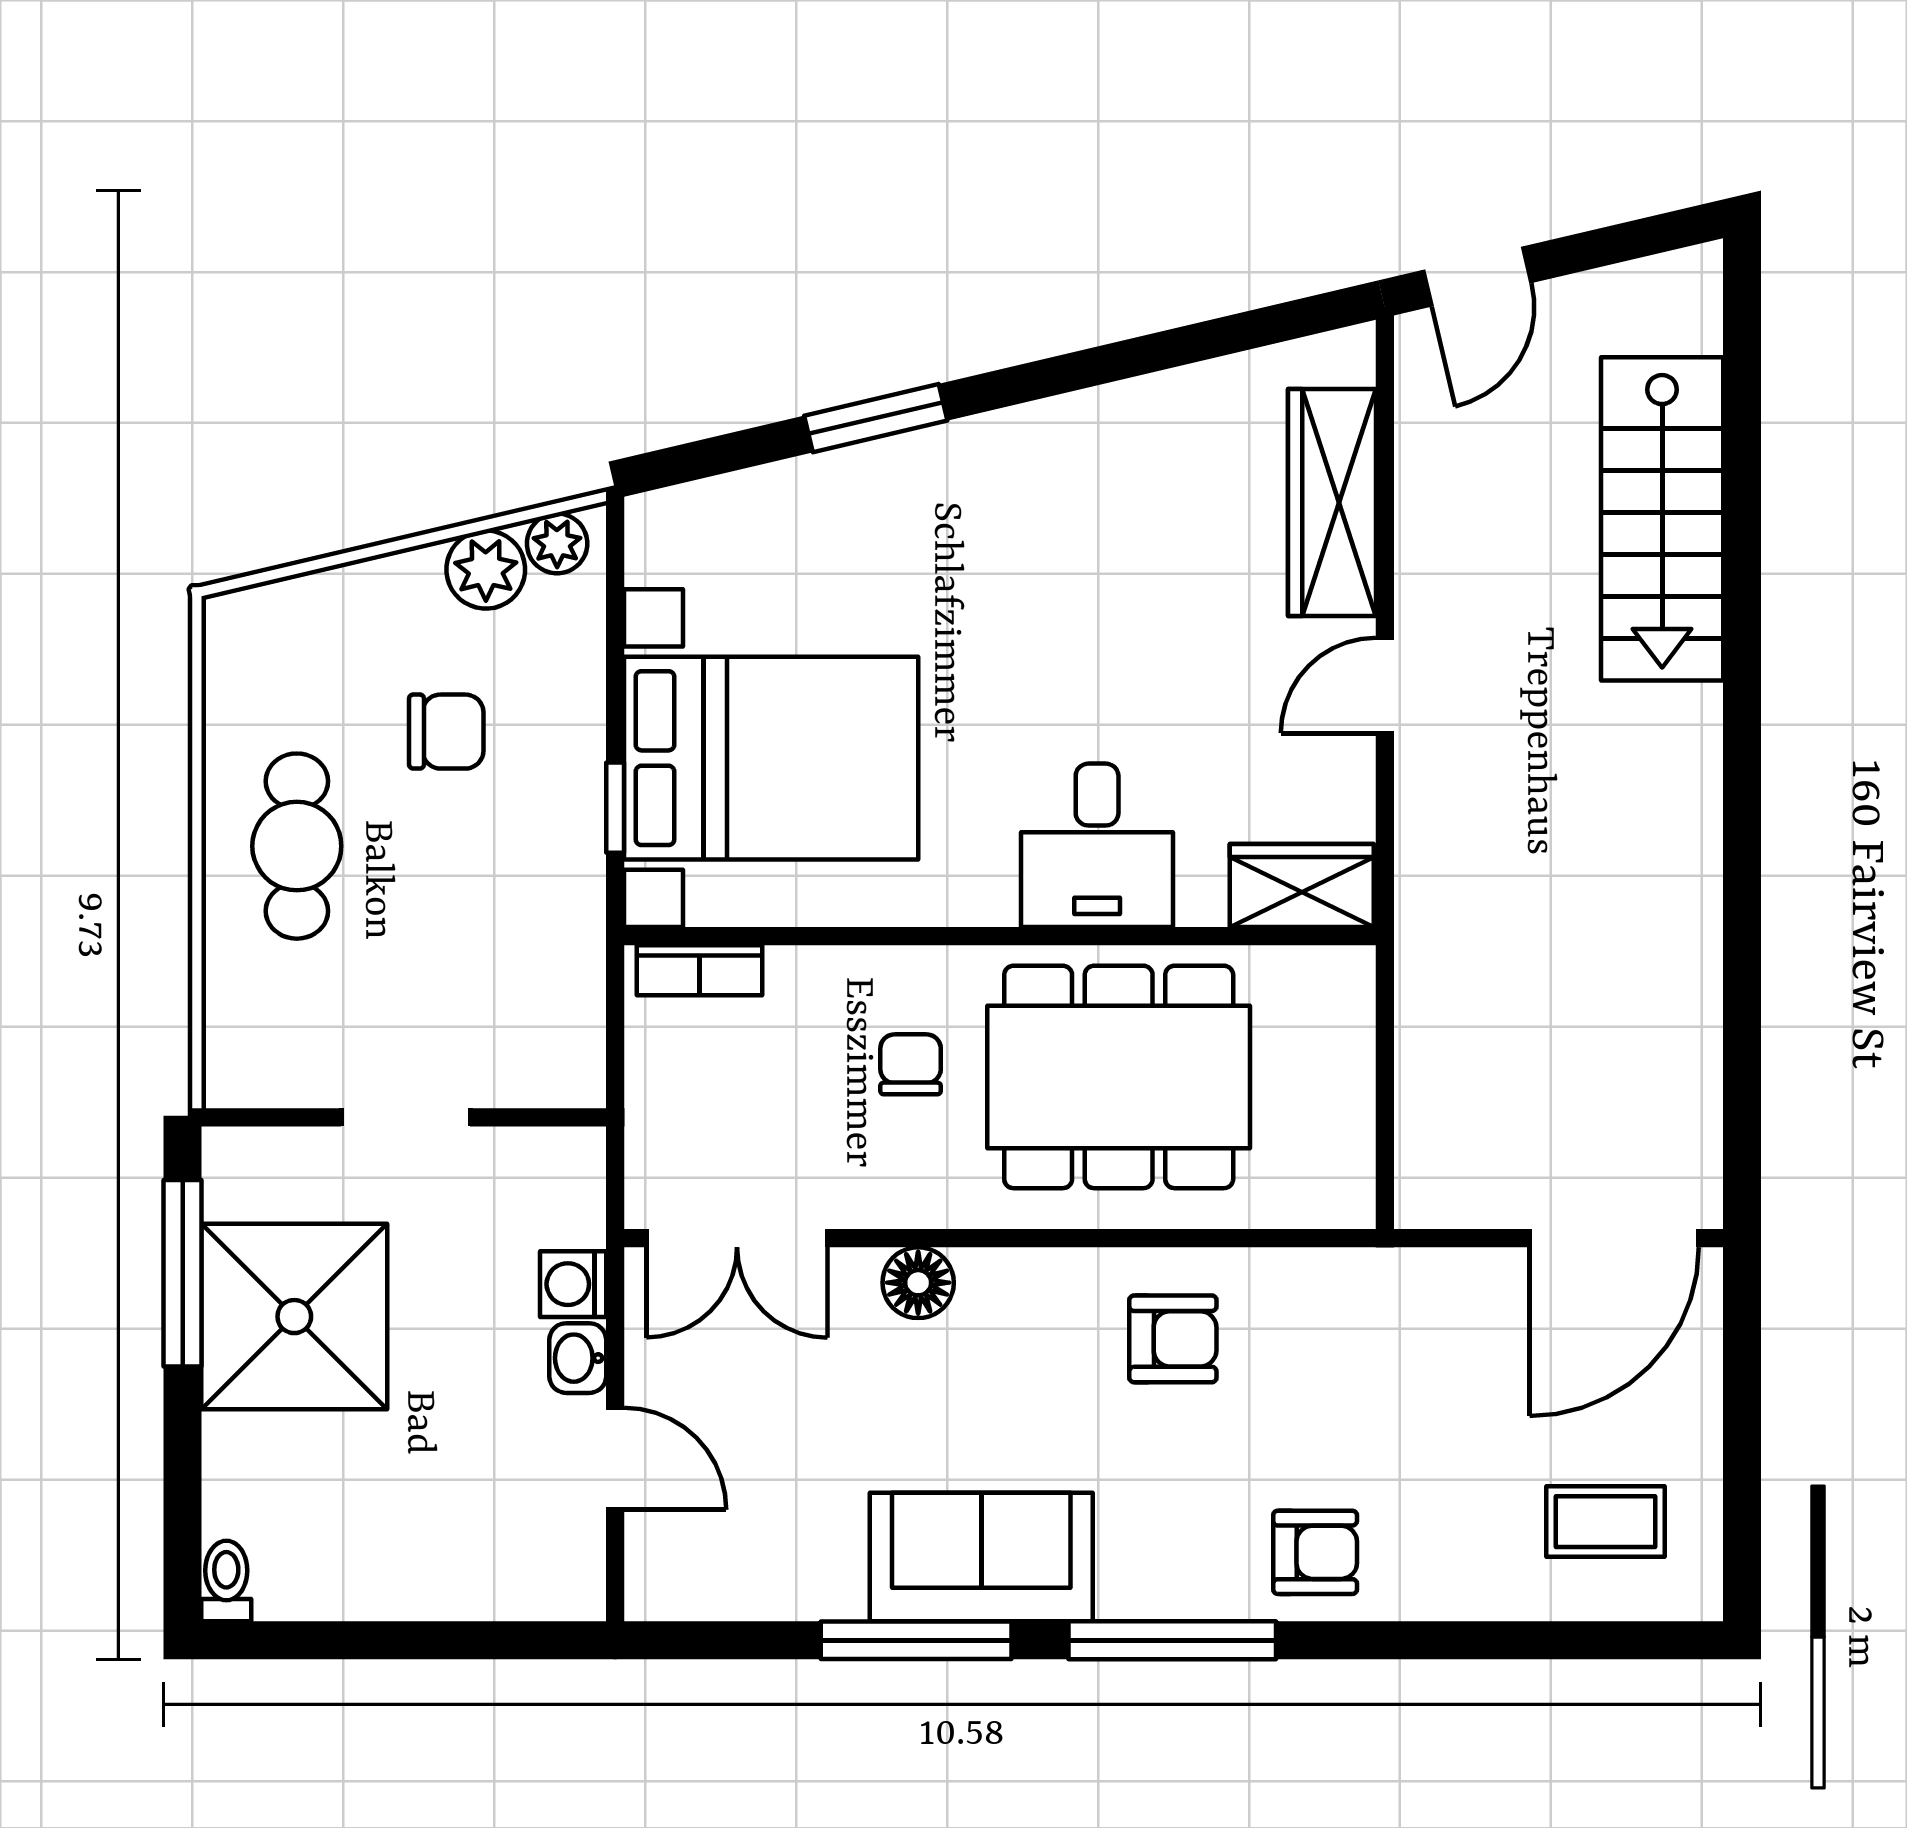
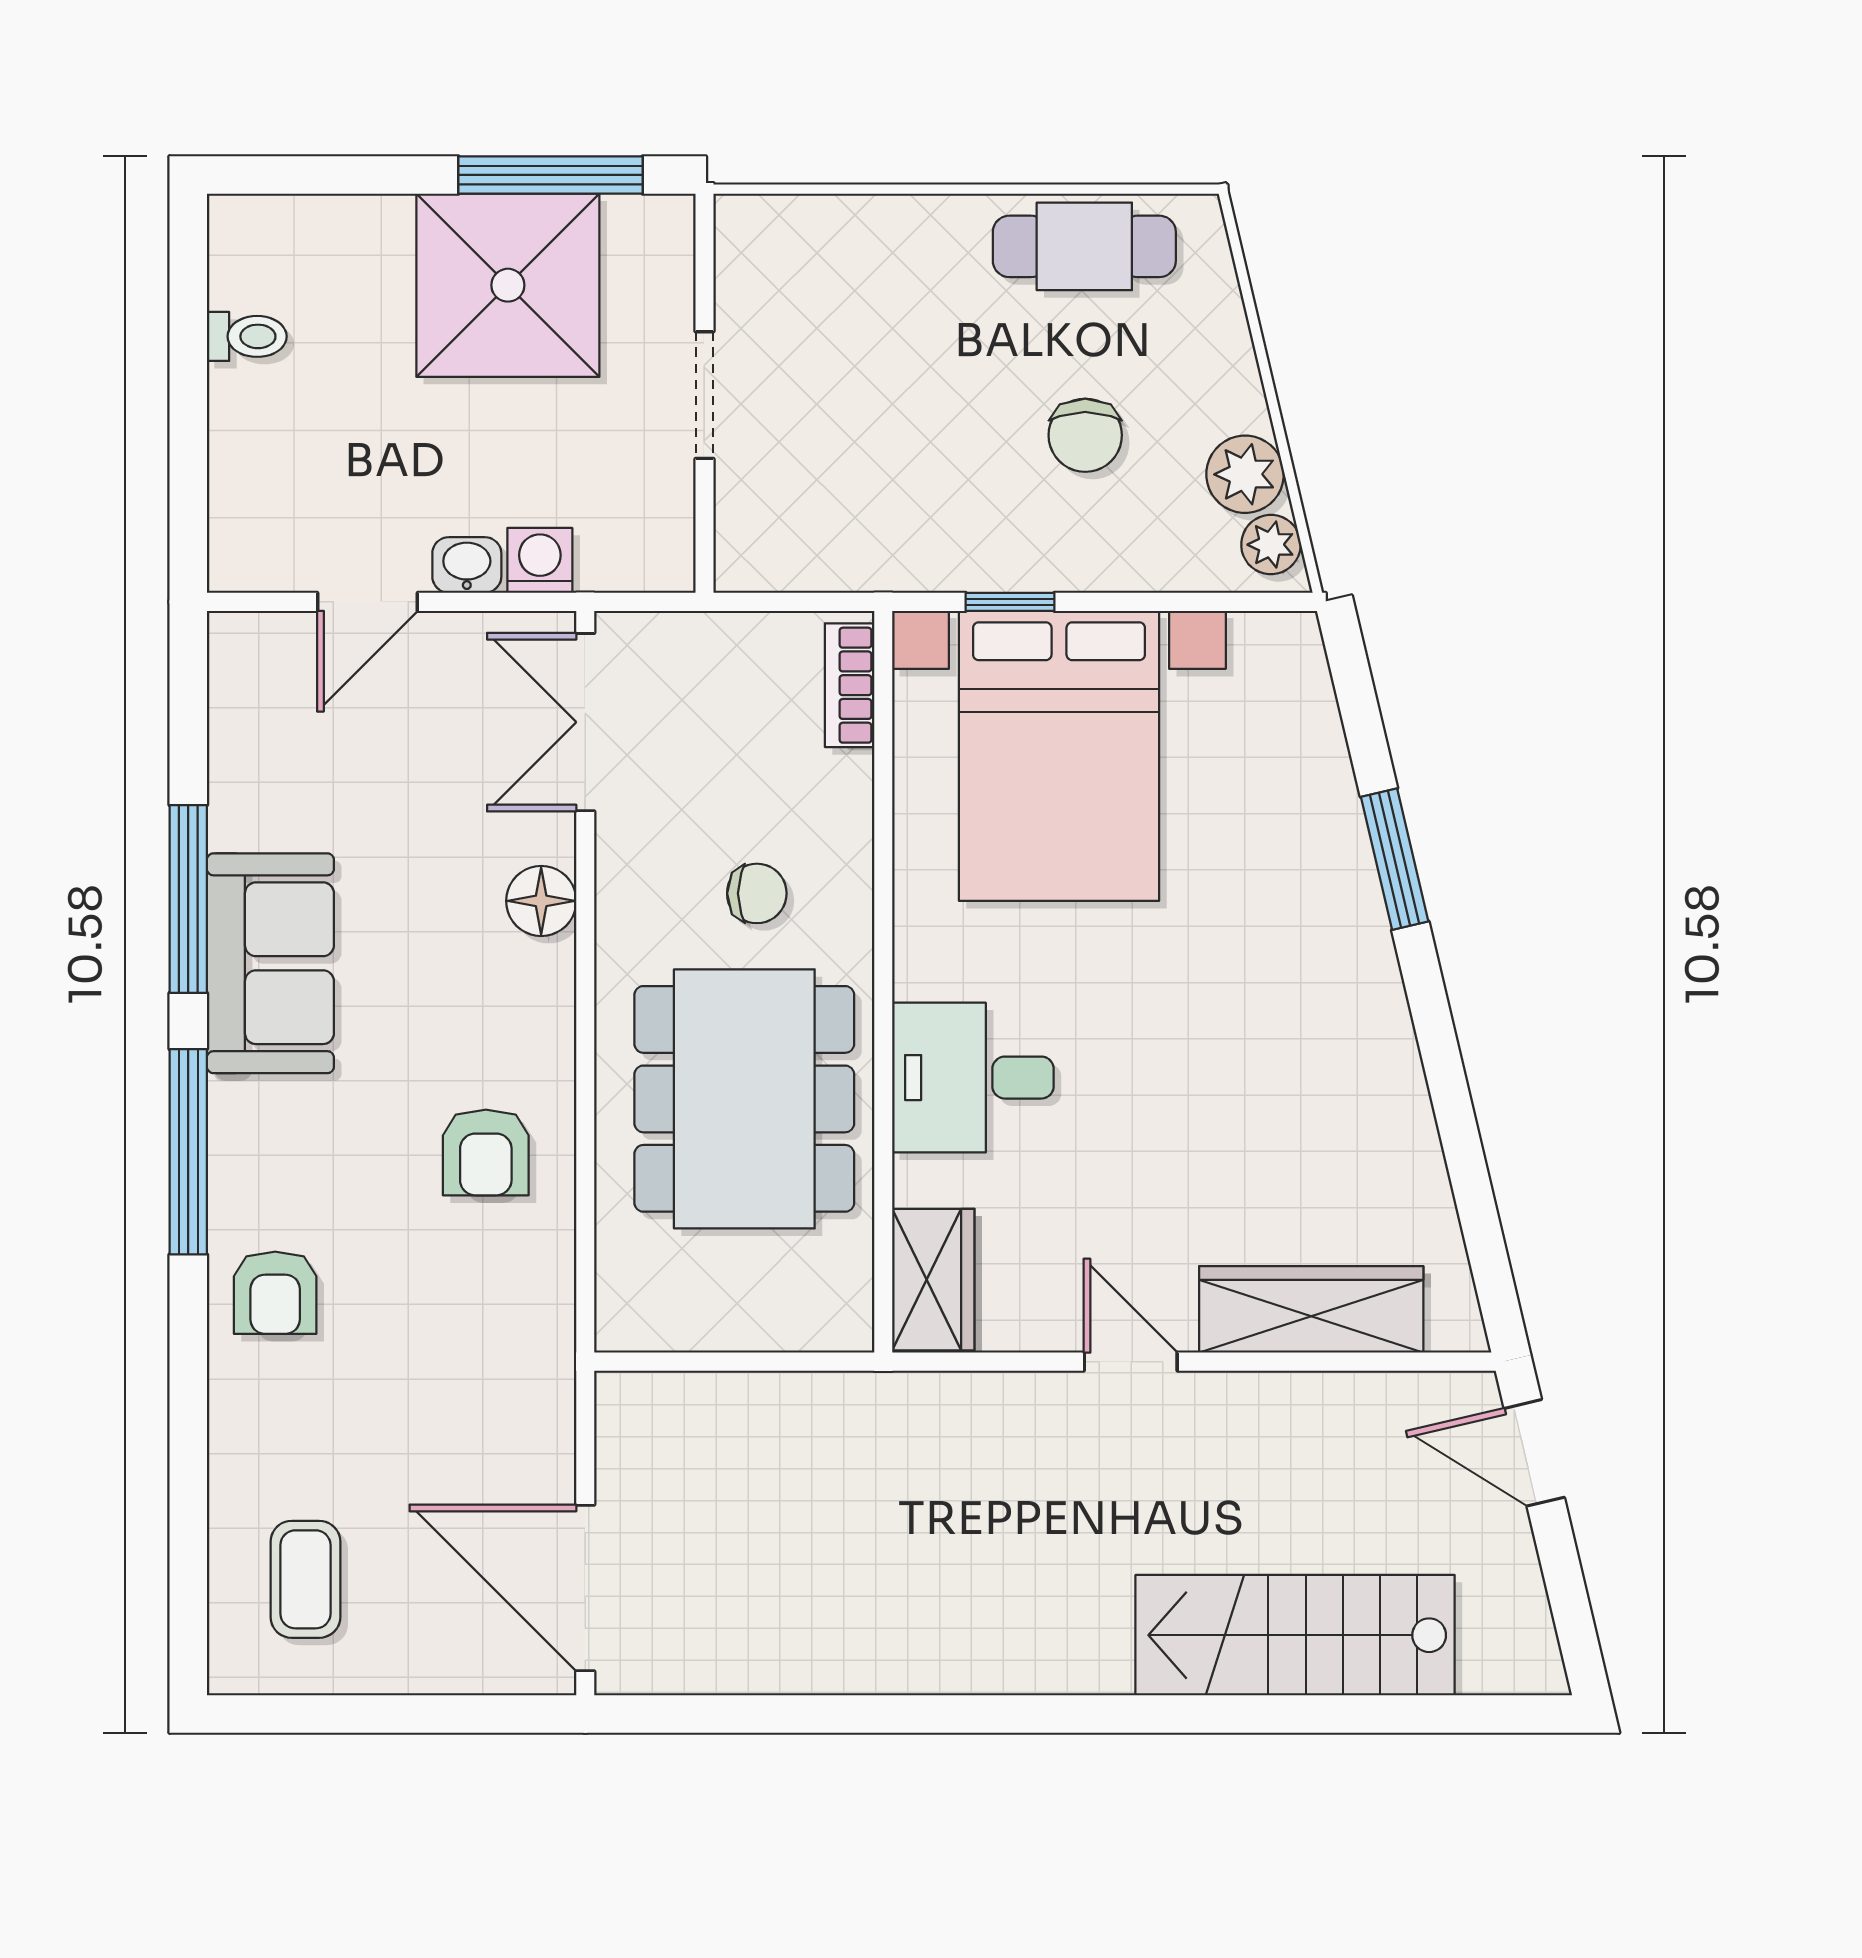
cafe table: (297, 846) -> (1084, 246), moved
toilet: (226, 1581) -> (247, 336), moved

